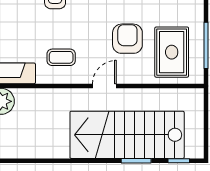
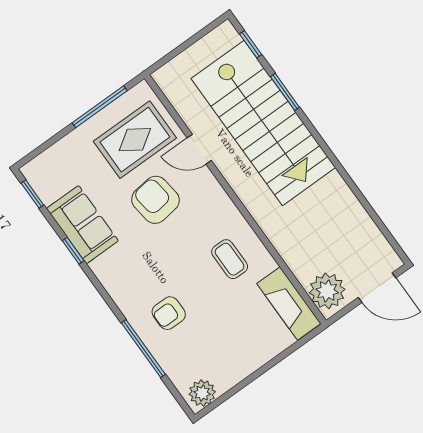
armchair: (127, 39) -> (155, 200), turned 83
door: (104, 86) -> (199, 149), moved

